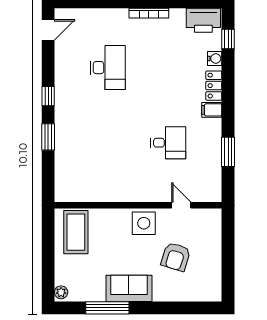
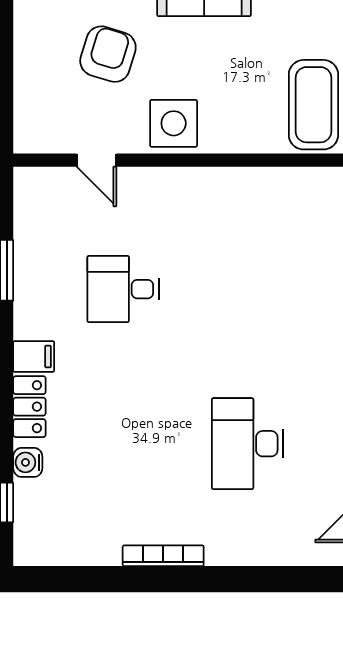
printer: (203, 20) -> (51, 541), removed

